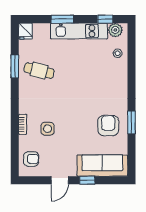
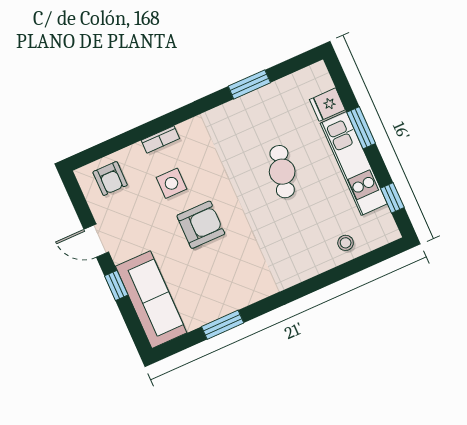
plant: (115, 30) -> (382, 222), removed
fridge: (25, 31) -> (327, 105), moved
cafe table: (39, 71) -> (282, 172), moved
window: (131, 122) -> (223, 325), moved
armchair: (108, 126) -> (201, 225), moved

